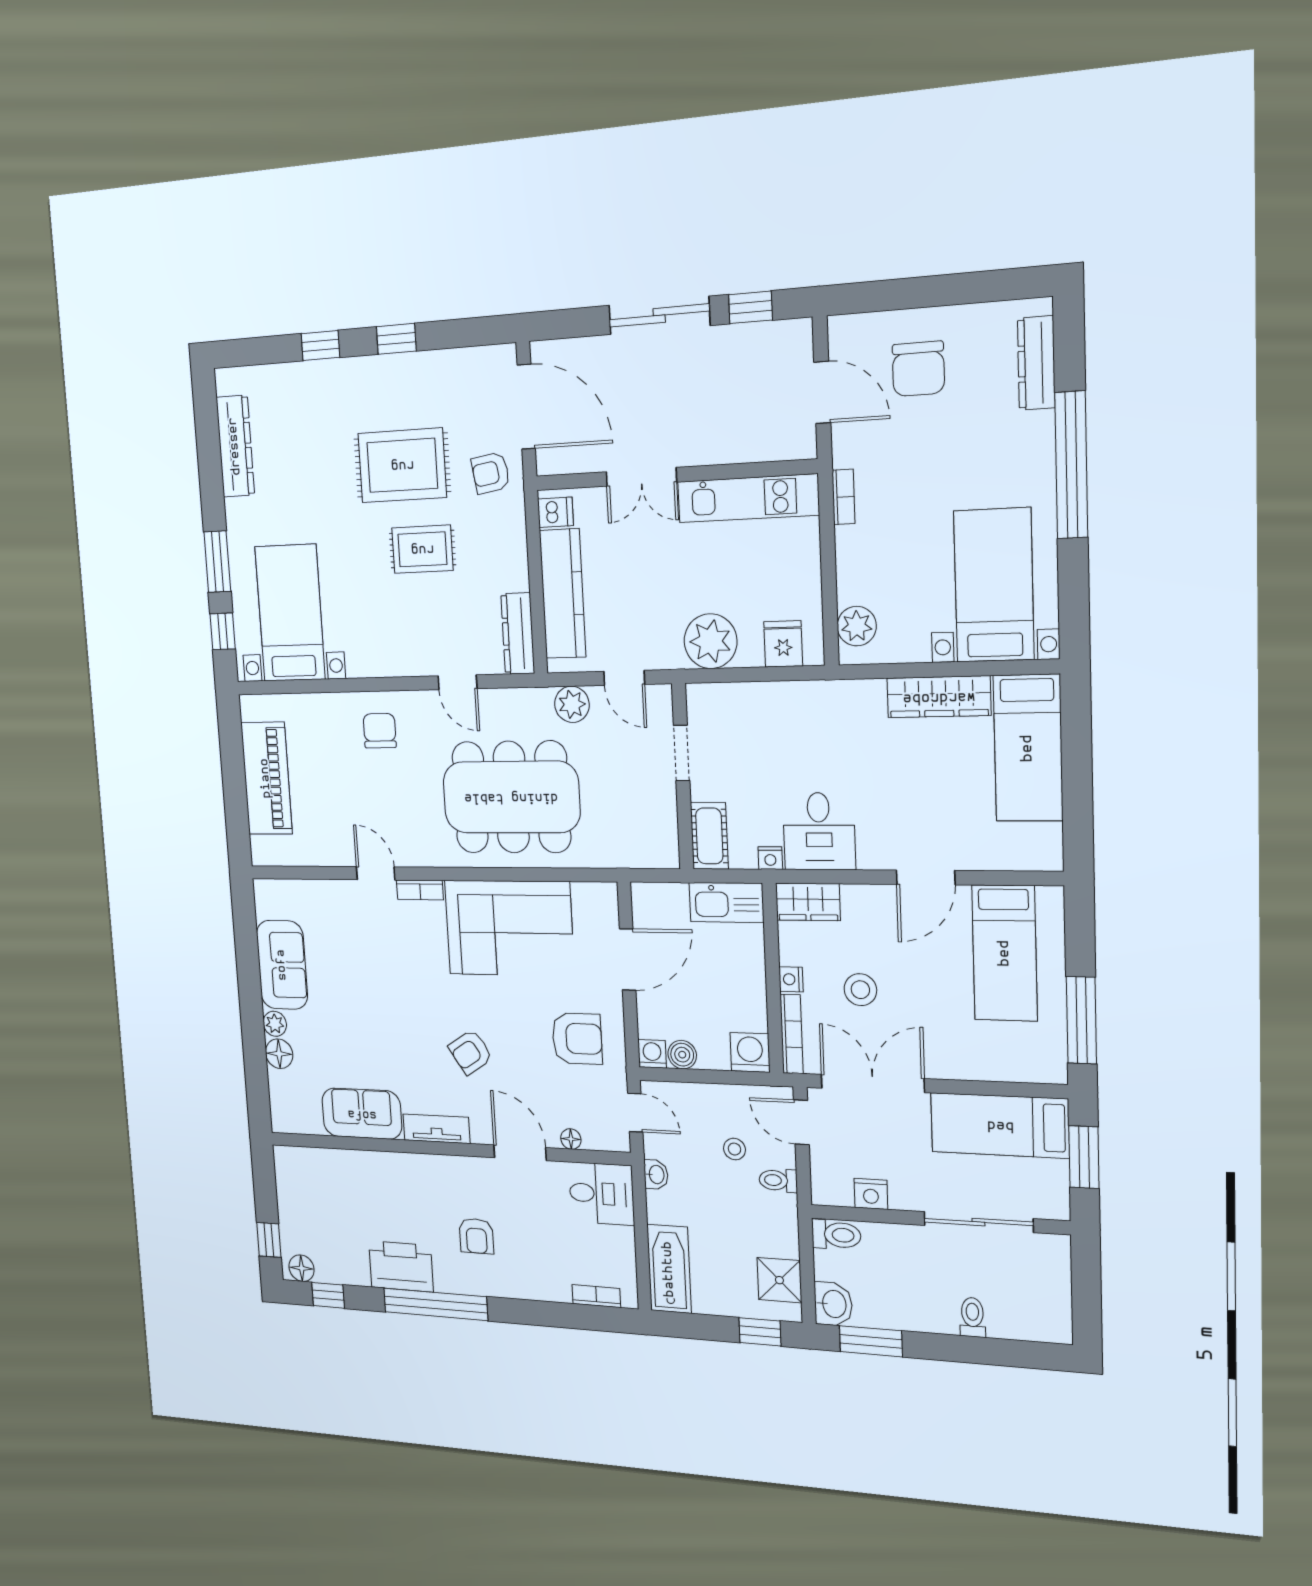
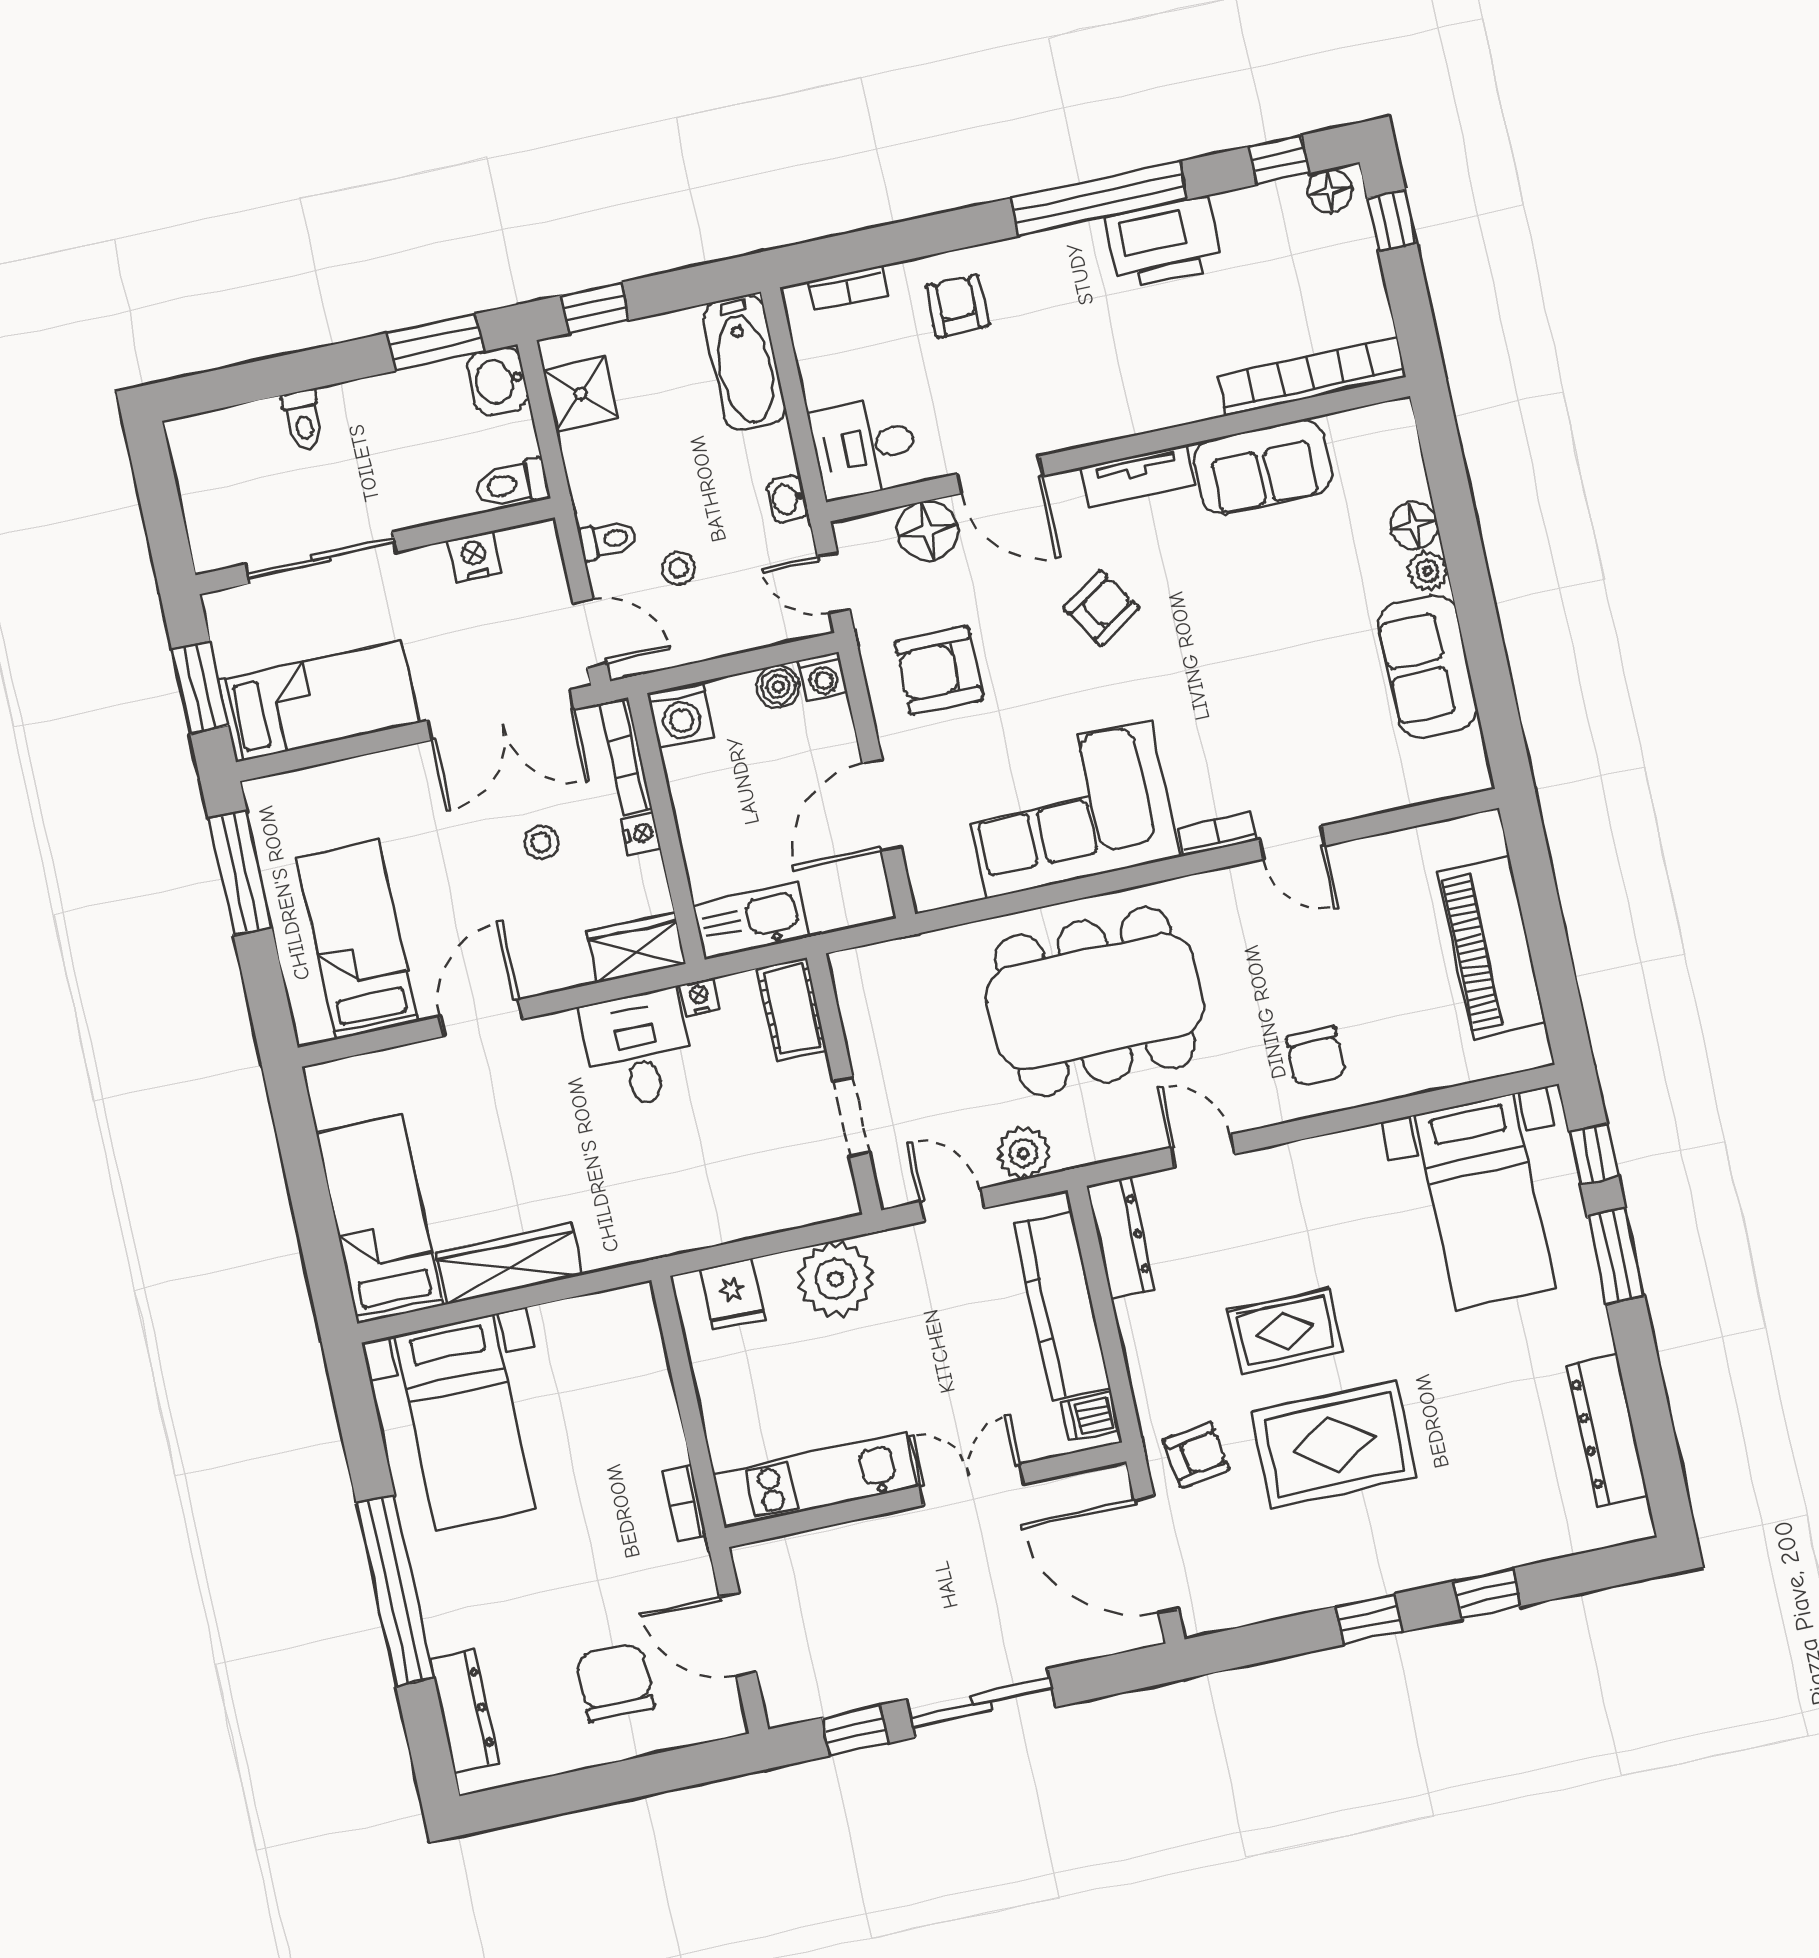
plant: (857, 626) -> (636, 1336), removed
stool: (860, 990) -> (541, 843), width x0.73, depth x0.73
floor lamp: (571, 1139) -> (928, 531), width x1.89, depth x1.89
bookcase: (326, 1161) -> (1312, 376), added
armchair: (476, 1236) -> (957, 306), moved

